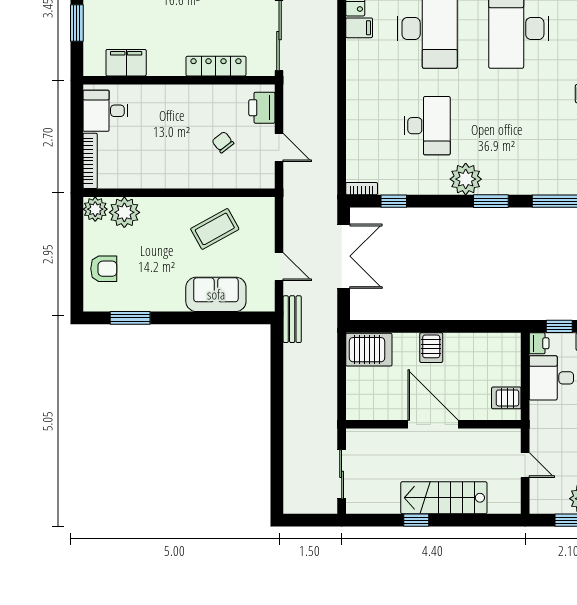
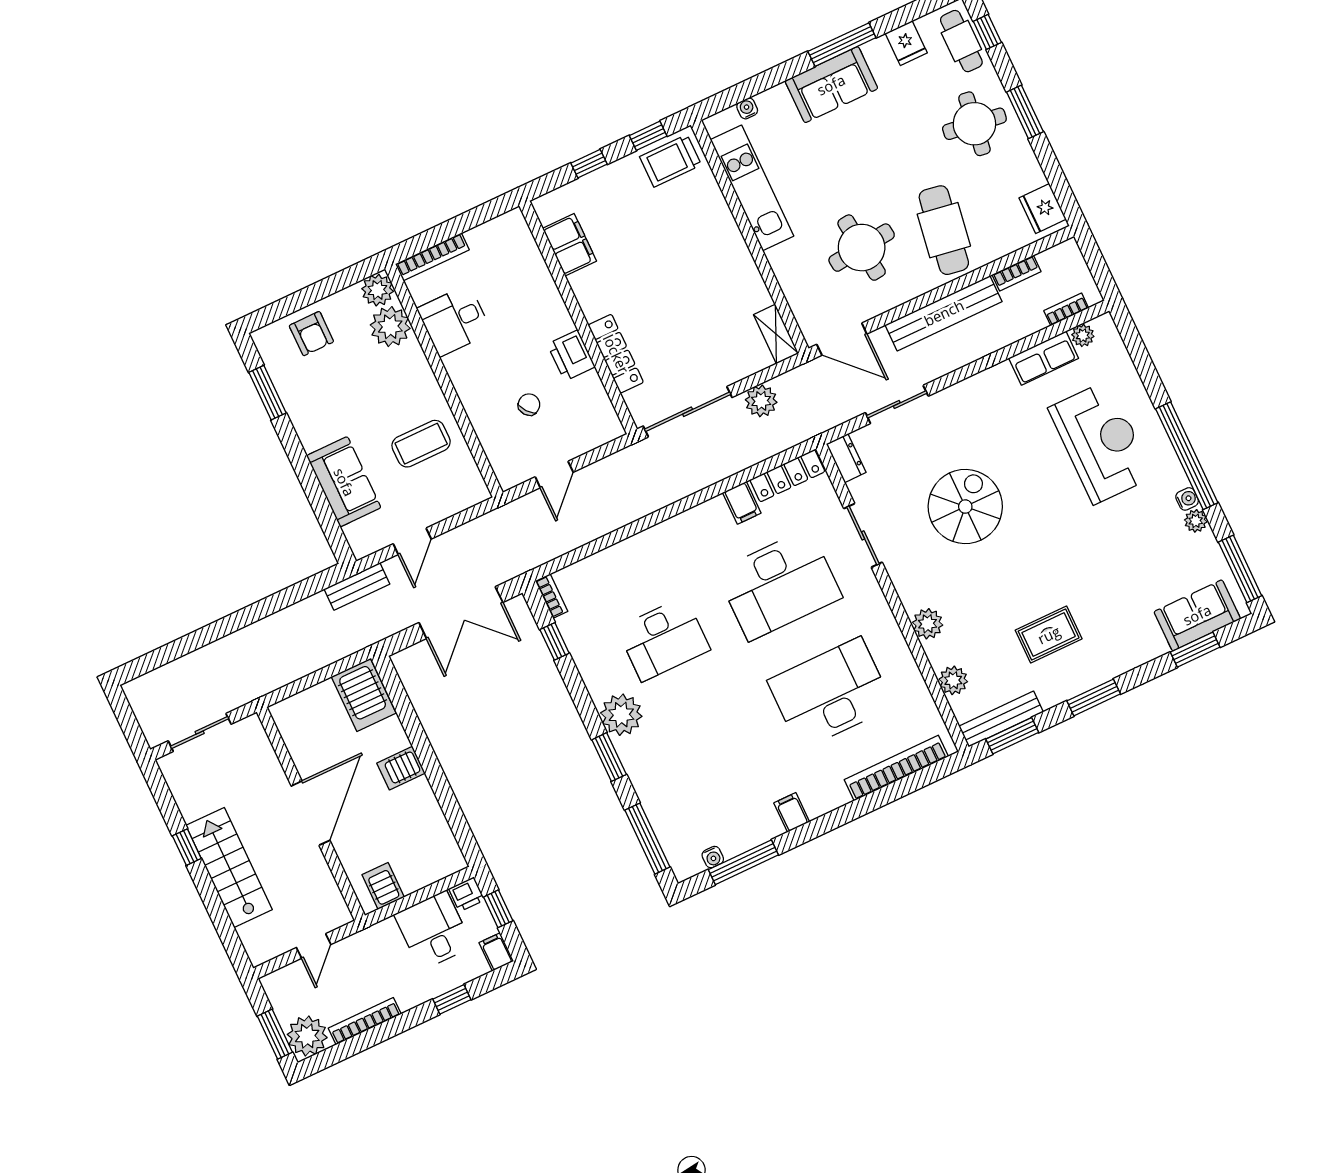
window: (77, 23) -> (589, 164), width x0.67
printer: (262, 108) -> (571, 355), moved, turned -90
desk: (105, 111) -> (454, 321), moved, turned -90
coffee table: (215, 229) -> (421, 444), turned -61

